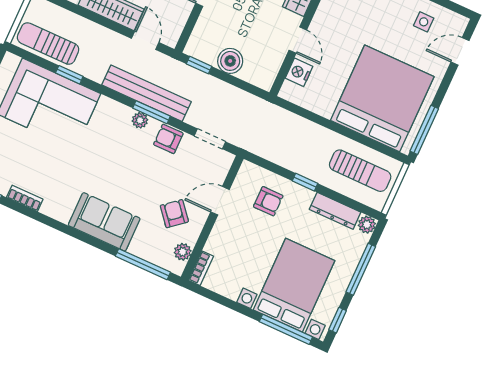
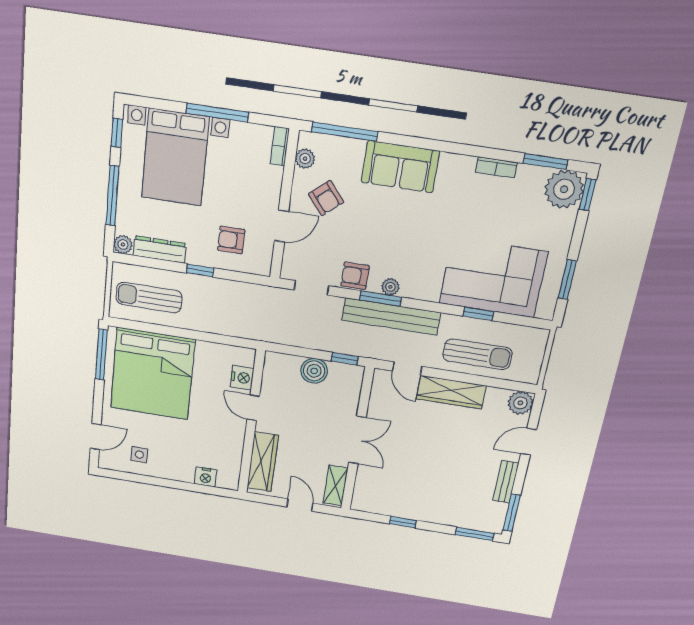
sun lounger: (48, 44) -> (477, 354), moved
armchair: (168, 139) -> (355, 276), turned 180
window: (286, 329) -> (217, 113), moved

